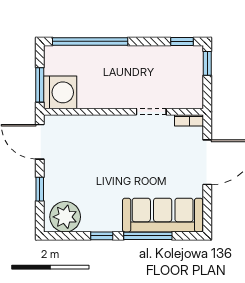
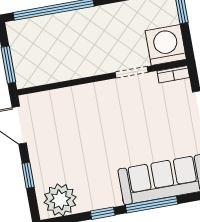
washing machine: (60, 92) -> (166, 45), moved, turned -90

